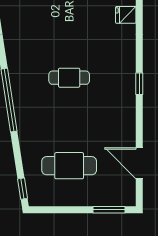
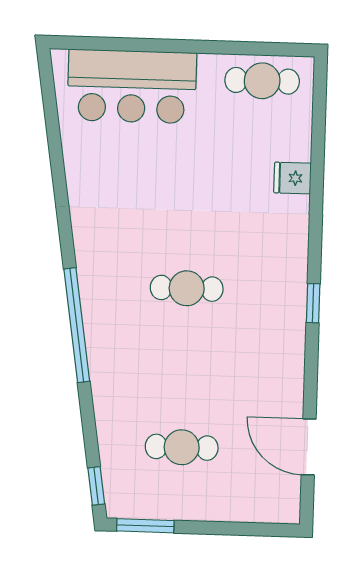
cafe table: (69, 166) -> (182, 447), width x0.73, depth x0.74
window: (109, 210) -> (145, 526), moved

